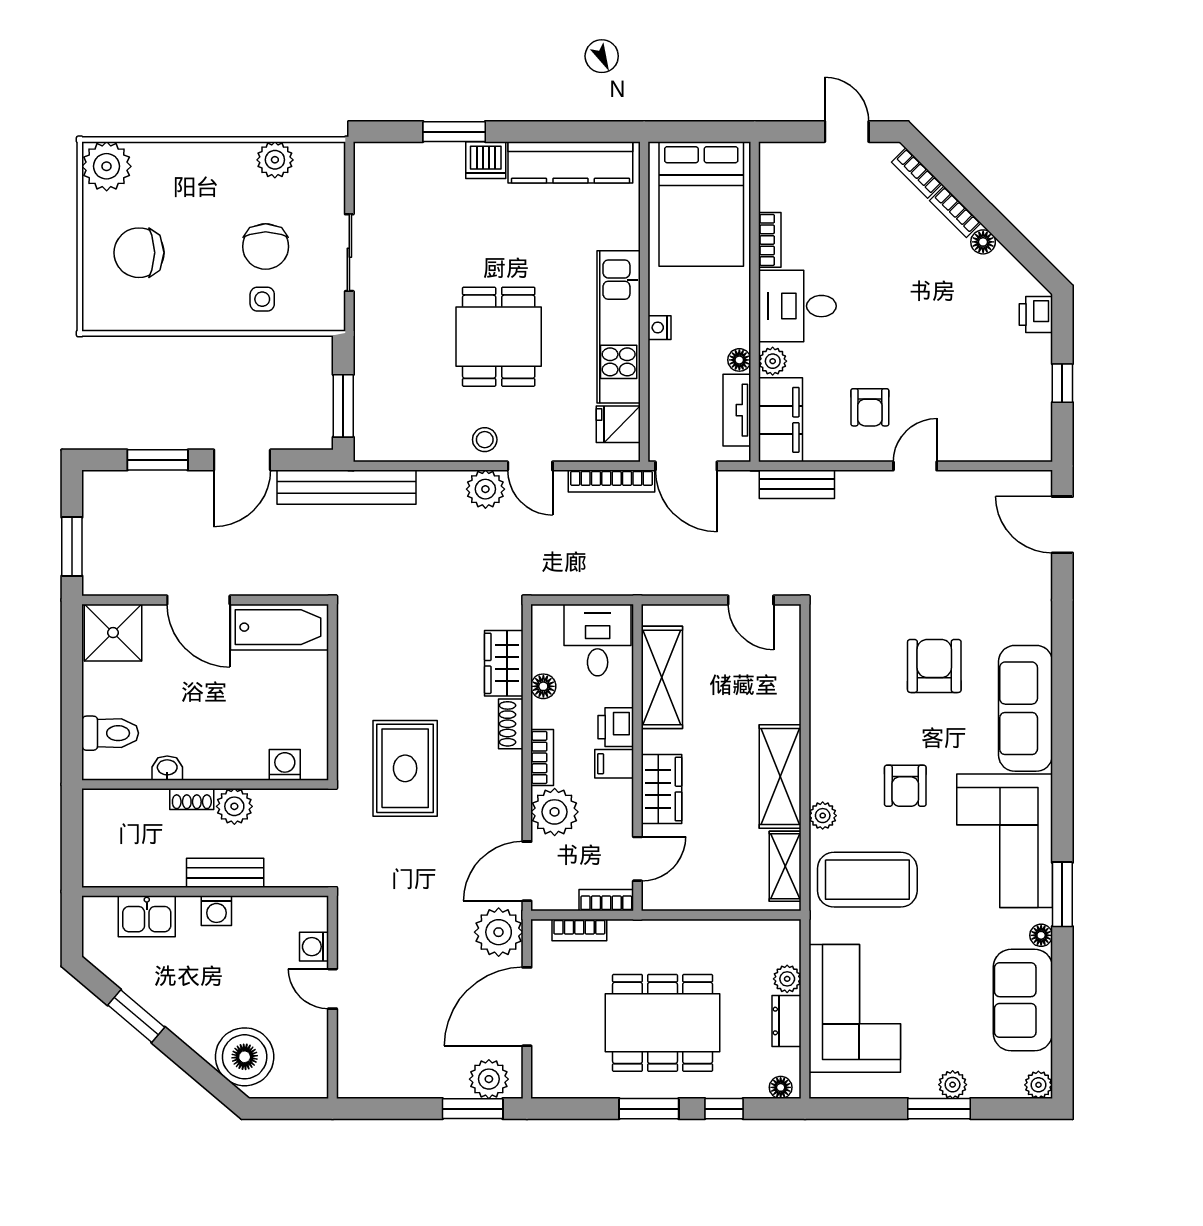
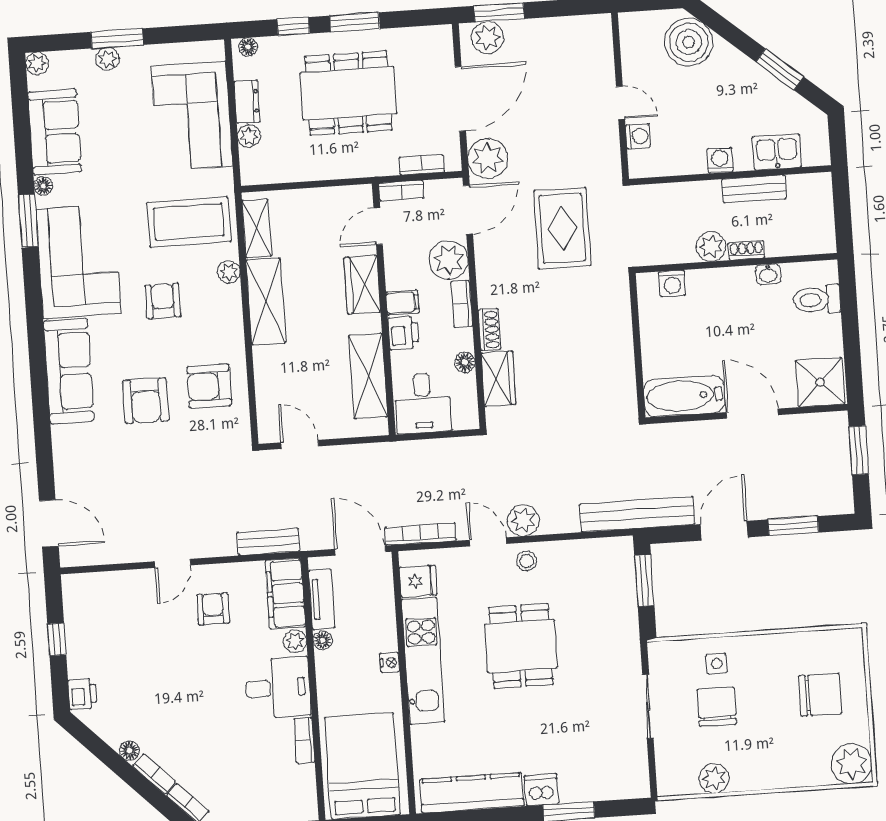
armchair: (856, 678) -> (209, 386), added
rug: (405, 768) -> (562, 228), moved
bench: (225, 873) -> (754, 189), moved

